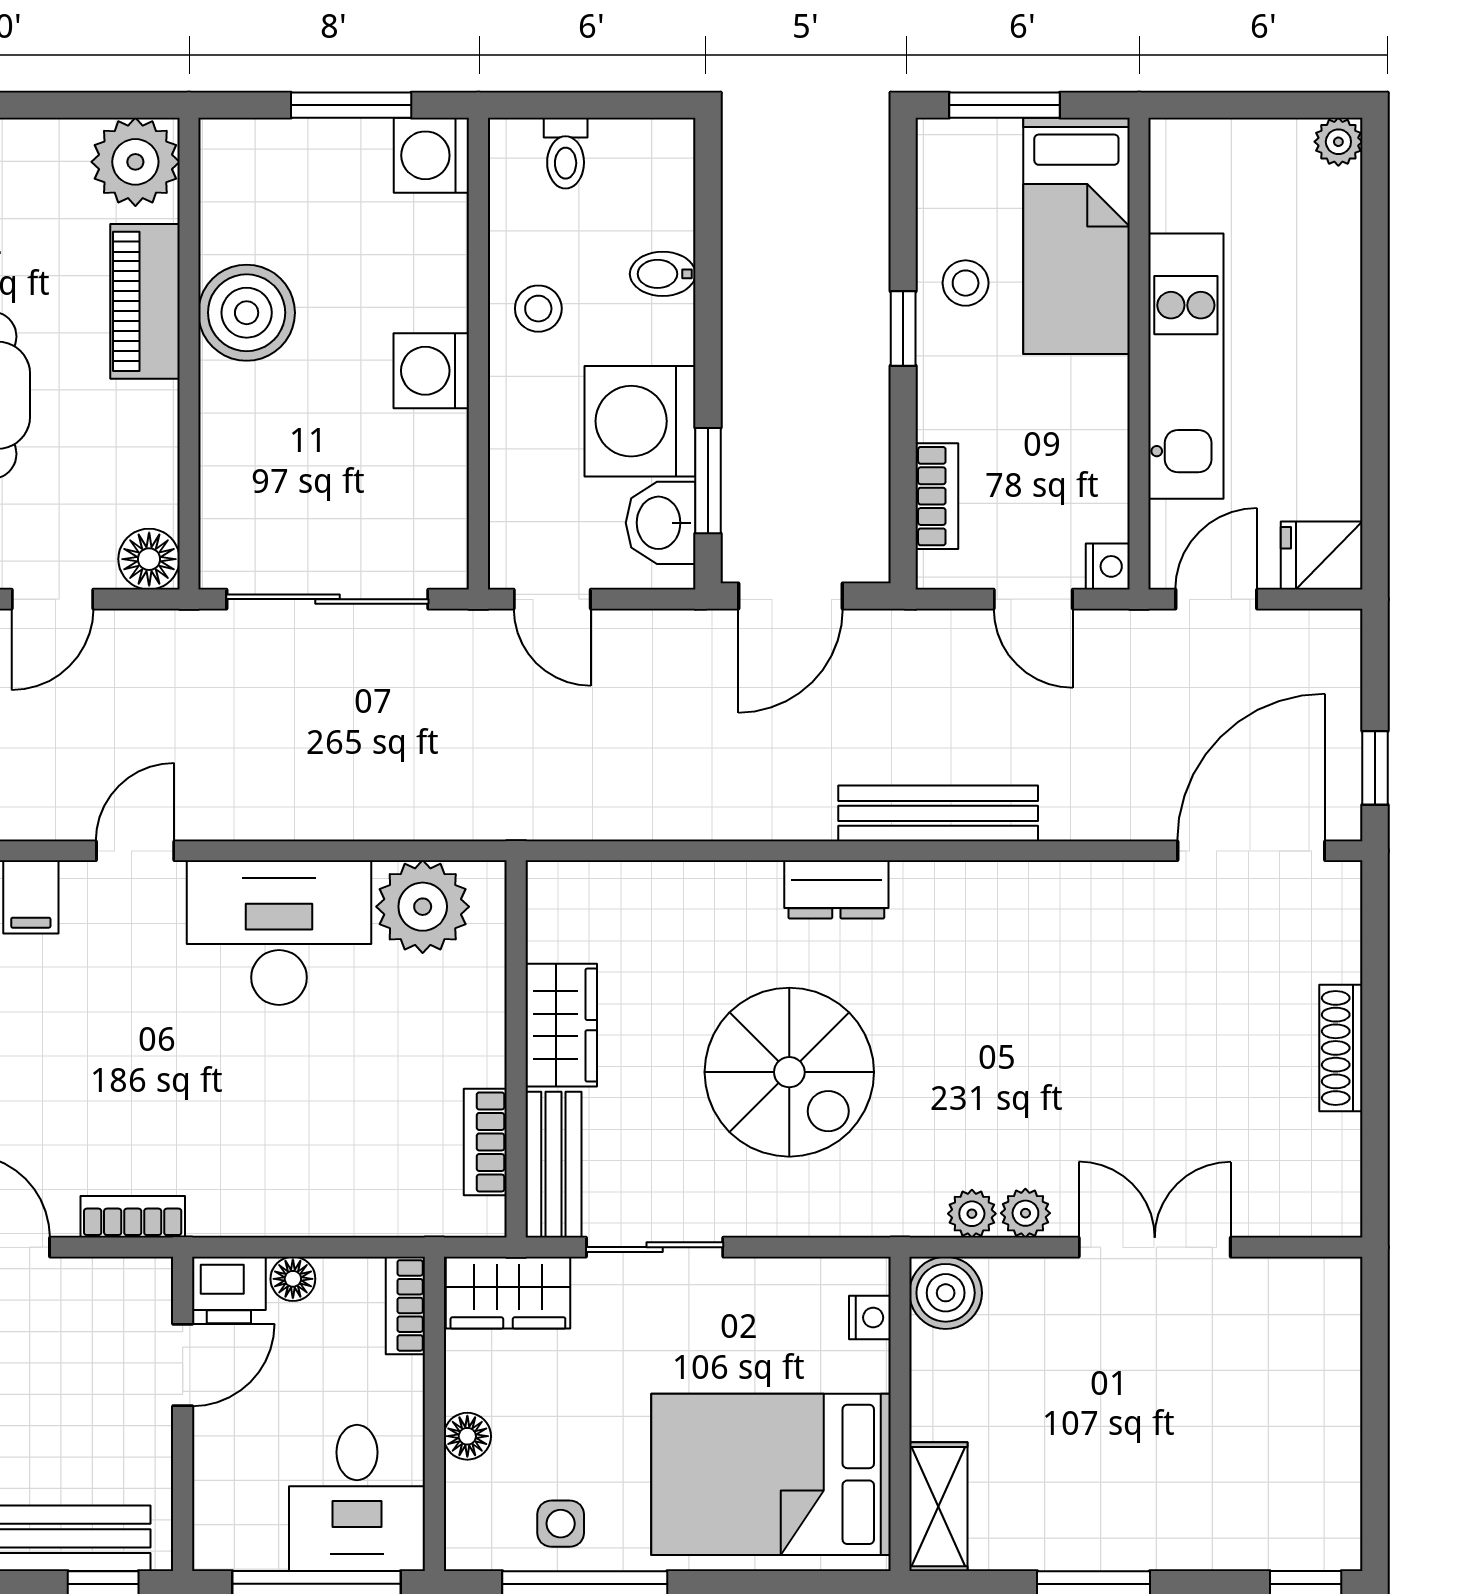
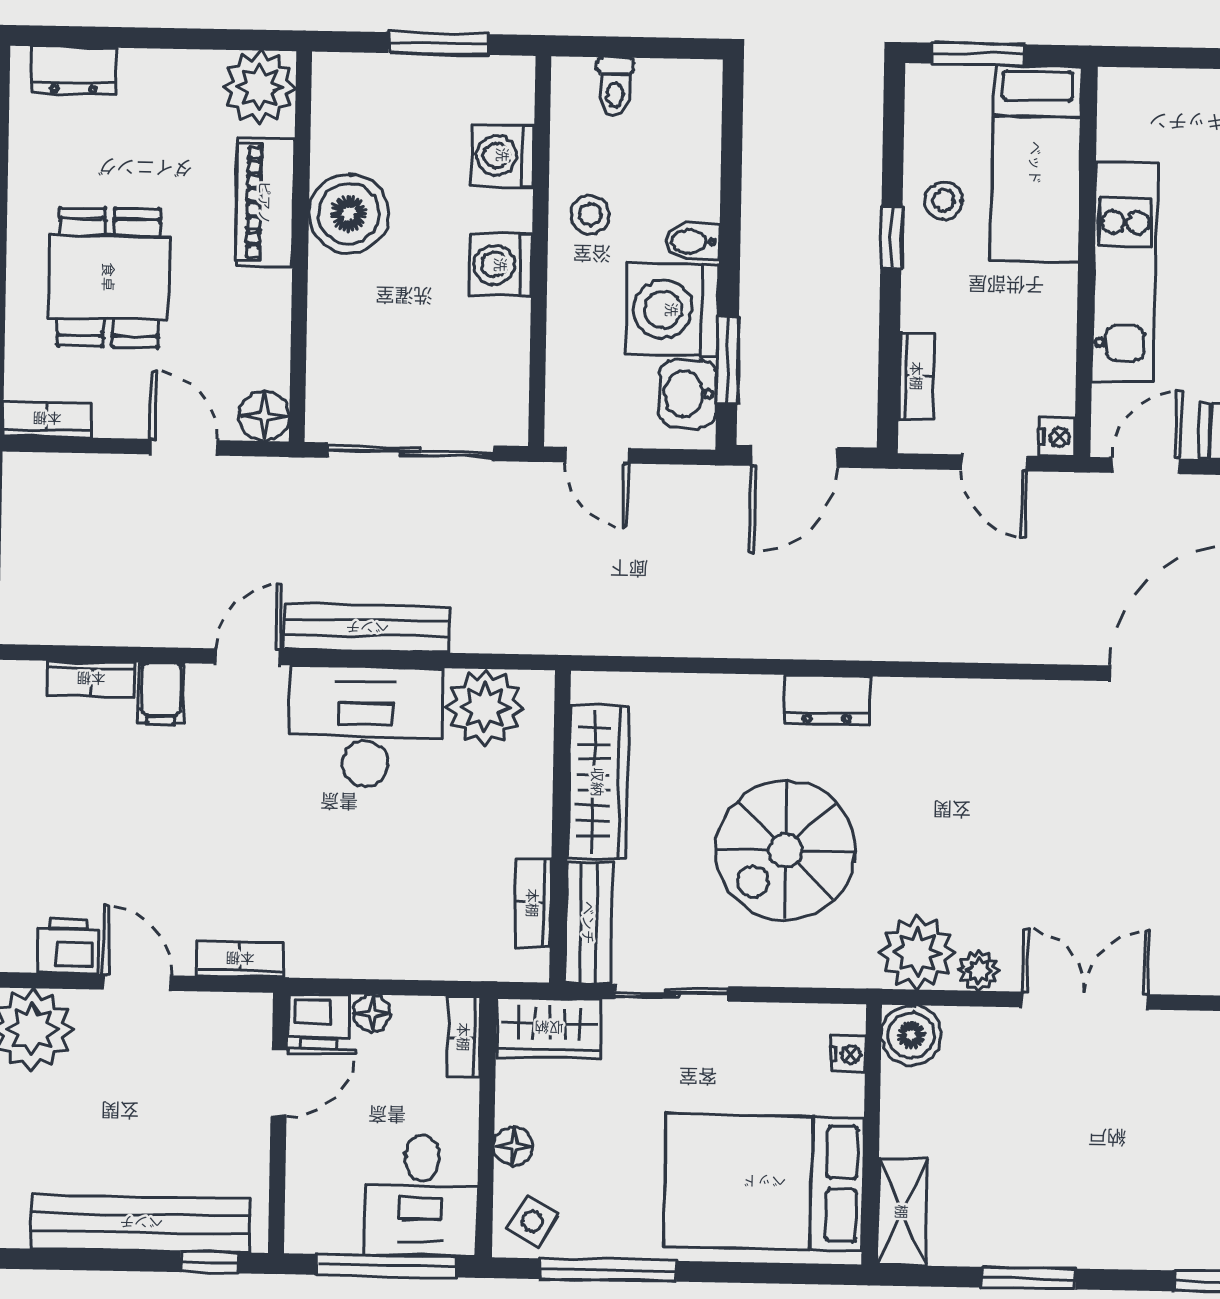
washing machine: (431, 155) -> (503, 155), moved
bidet: (663, 274) -> (692, 242), moved
door: (53, 599) -> (184, 447), swing flipped
bench: (938, 813) -> (367, 628), moved
wardrobe: (561, 1025) -> (598, 782), width x1.50
spiral stairs: (789, 1072) -> (785, 850), turned 90
plant: (972, 1214) -> (917, 952), width x1.88, depth x1.88
side table: (561, 1524) -> (532, 1222), moved, turned 30

